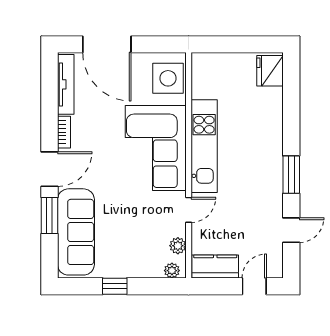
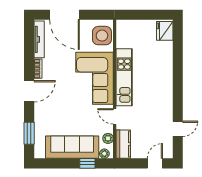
window: (291, 175) -> (178, 95), removed
door: (189, 210) -> (115, 116), swing flipped
window: (49, 216) -> (29, 133), moved
sofa: (76, 232) -> (72, 147), moved, turned -90
kitchen counter: (215, 267) -> (123, 144), moved, turned 90
window: (115, 286) -> (87, 163), moved

